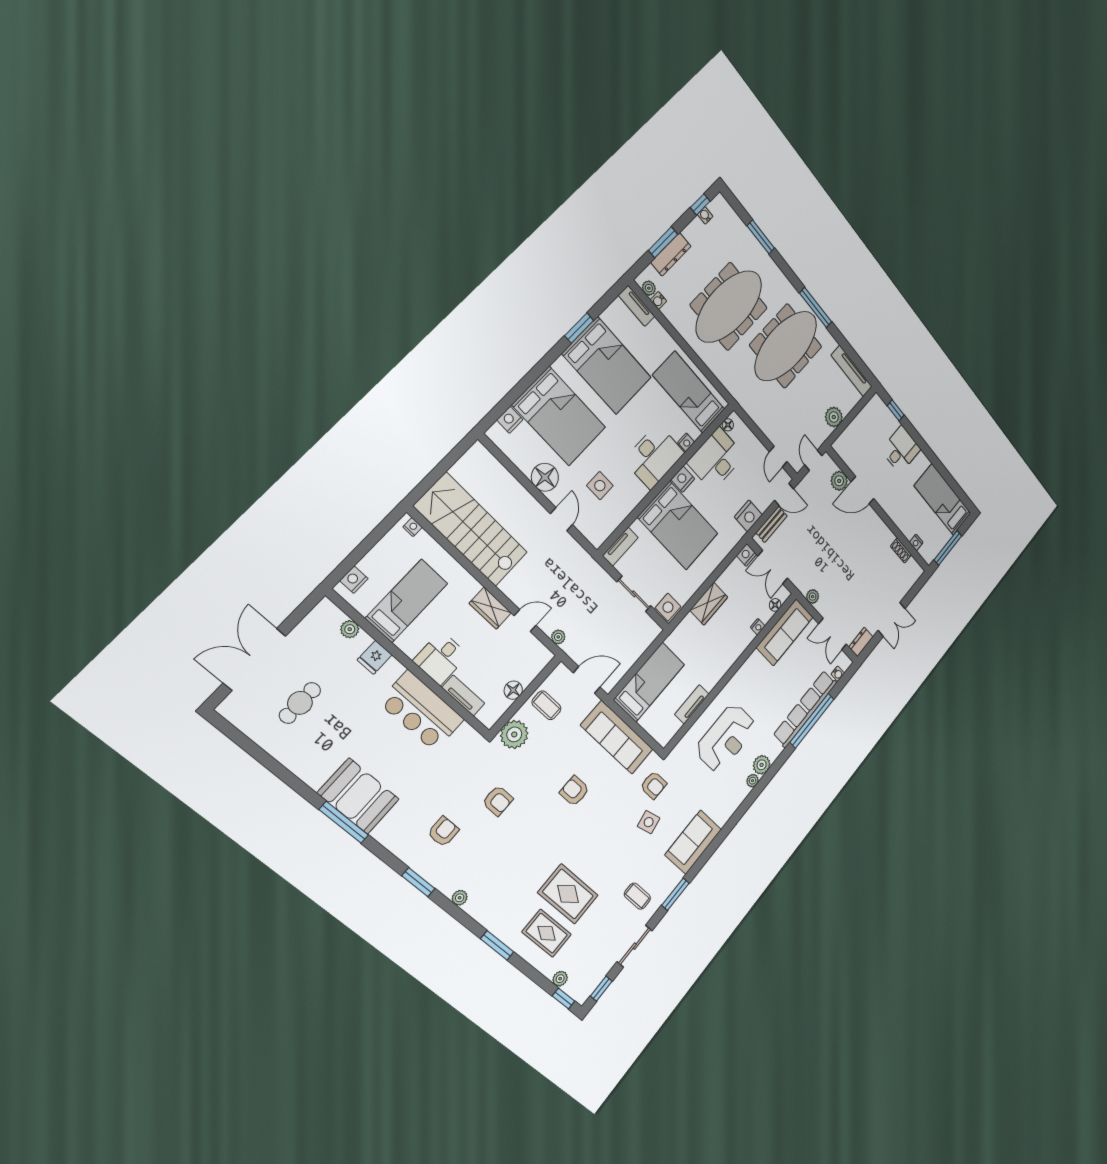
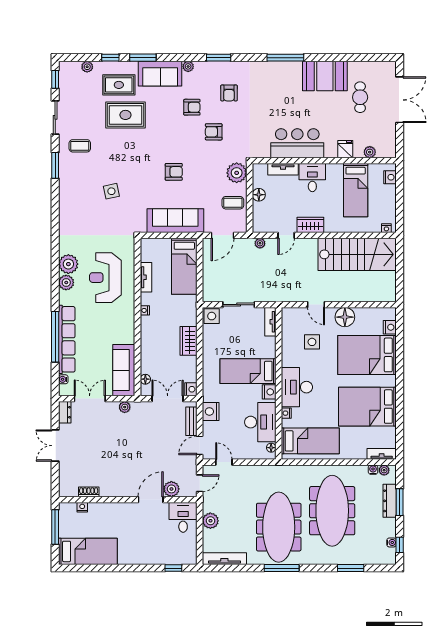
window: (579, 328) -> (400, 410), removed
desk: (901, 450) -> (183, 517), moved, turned 180
door: (813, 460) -> (200, 483), hinge flipped
bed: (678, 526) -> (248, 371), width x0.67
nightstand: (758, 627) -> (145, 310), moved
plant: (752, 781) -> (68, 264), width x1.88, depth x1.88
armchair: (653, 785) -> (192, 107), moved, turned 180
booth: (358, 796) -> (325, 76), moved
sofa: (693, 842) -> (160, 74), moved, turned 90
window: (563, 999) -> (110, 58), moved

